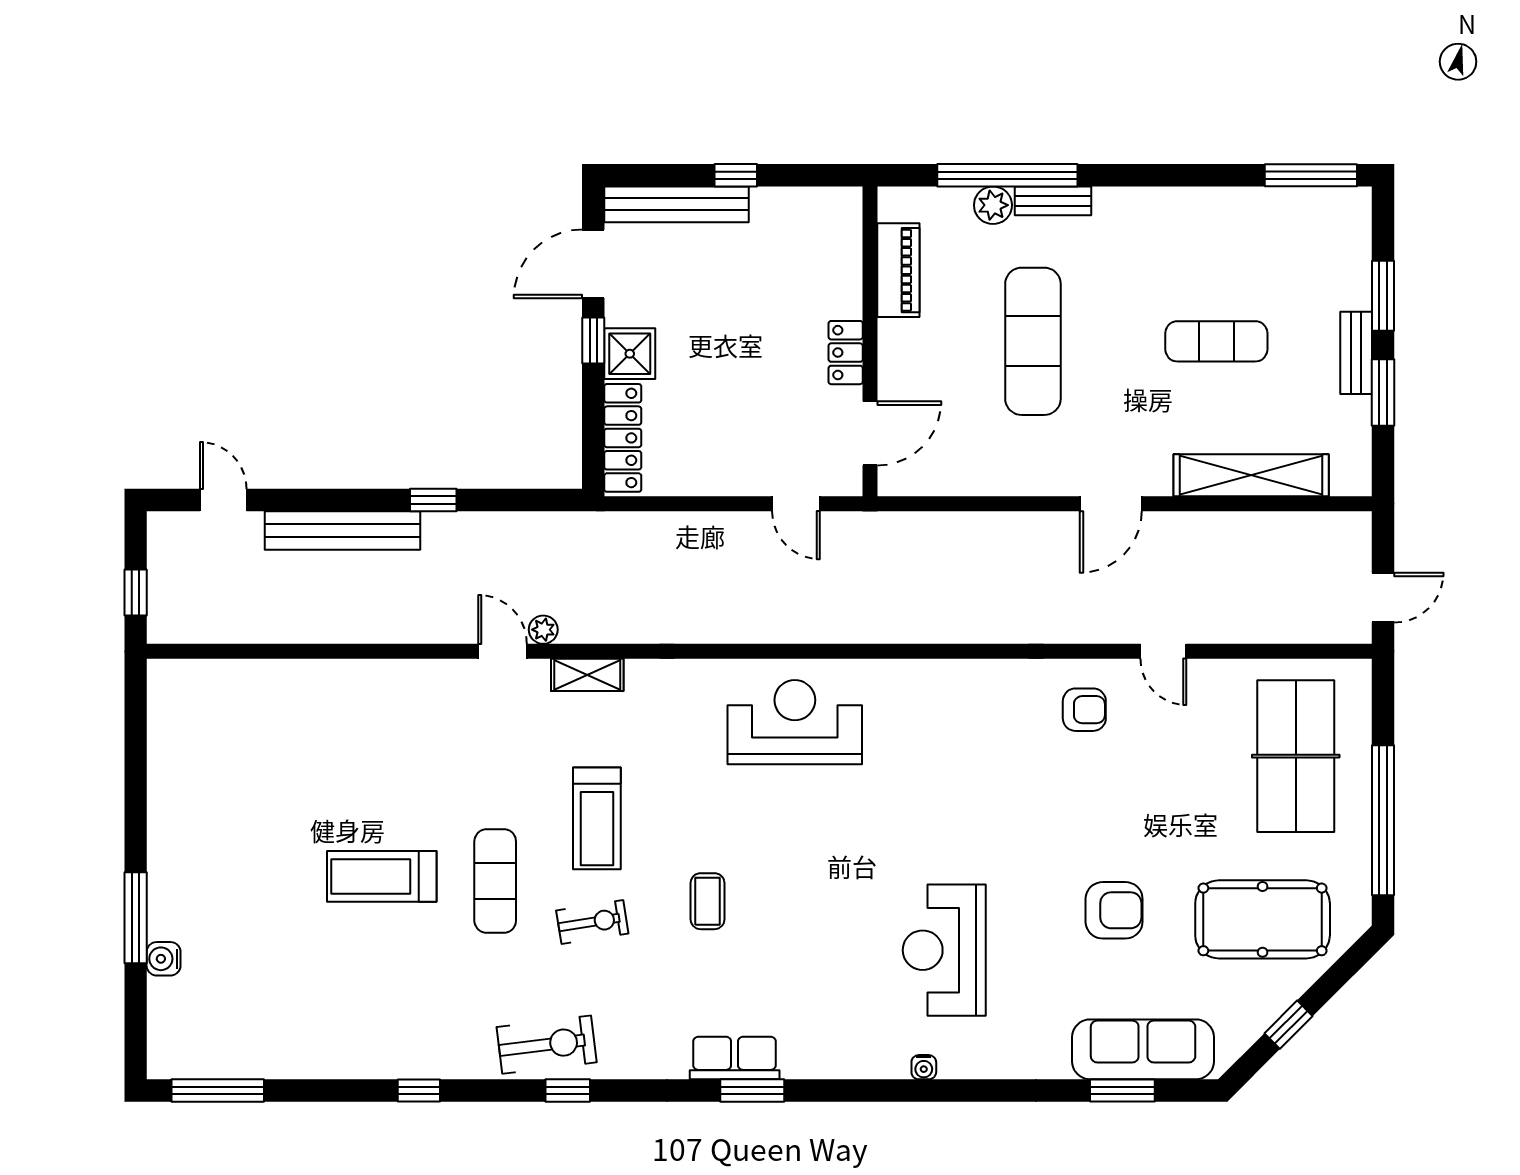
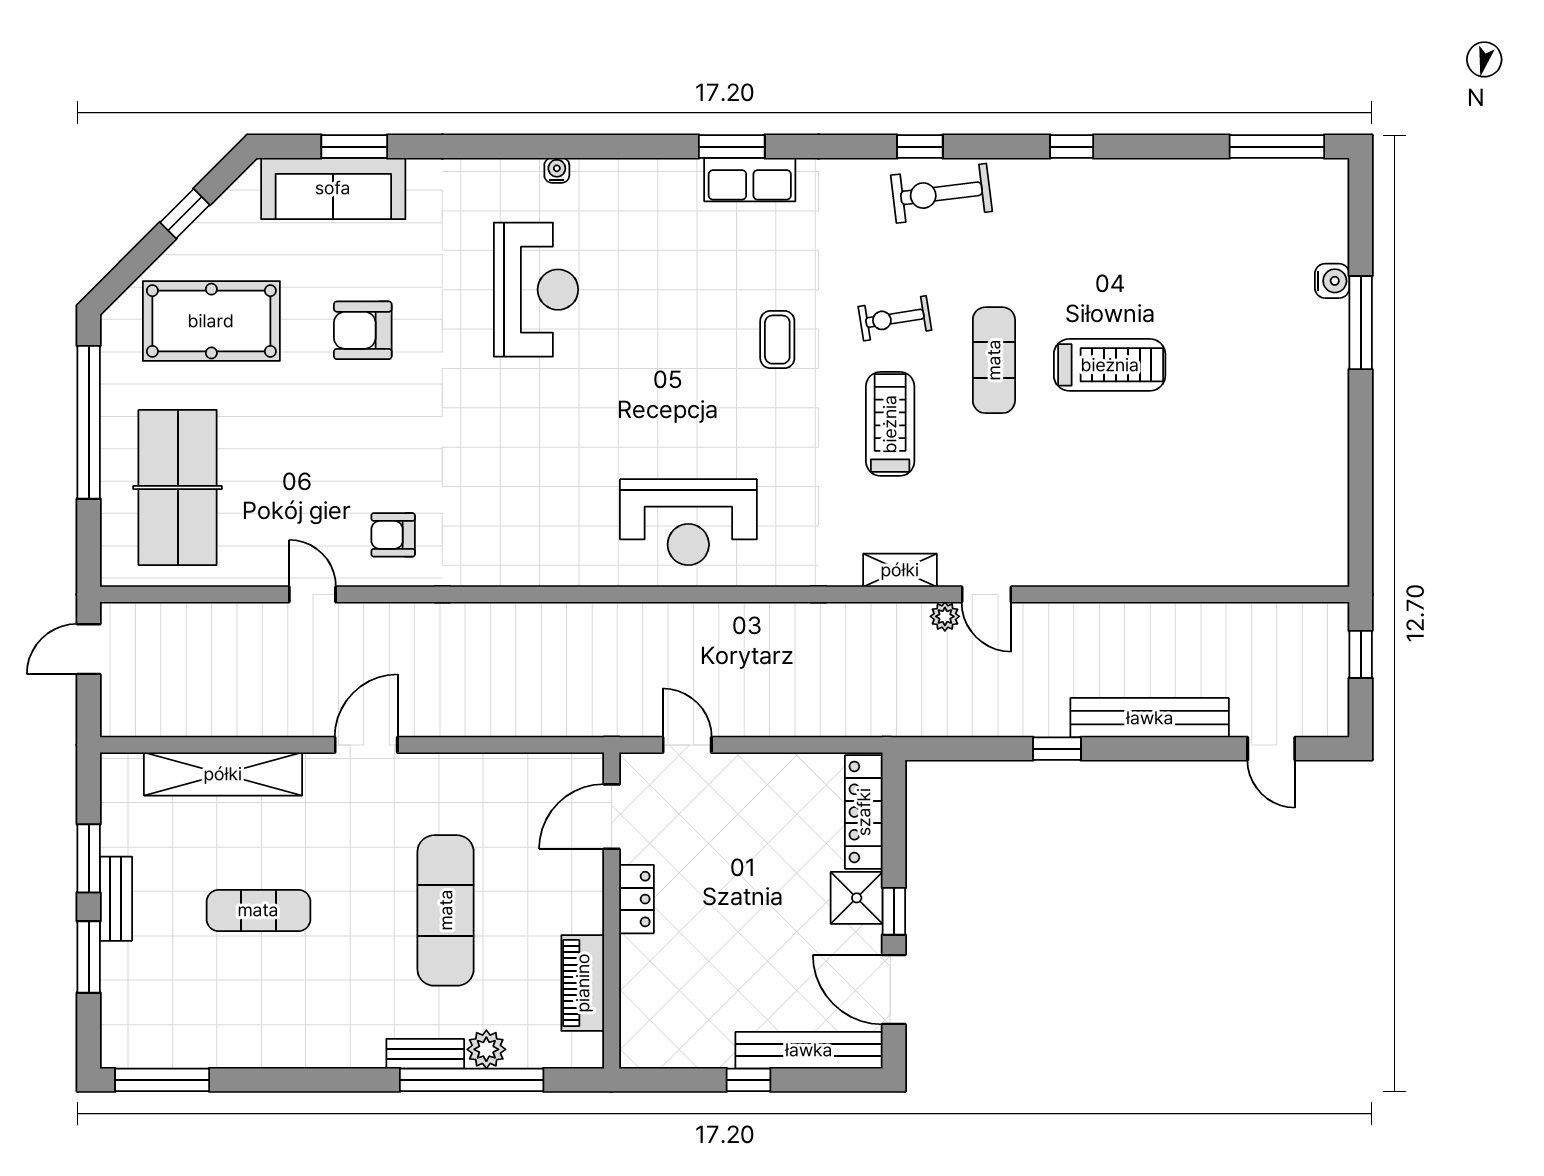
door: (593, 264) -> (894, 989), swing flipped

